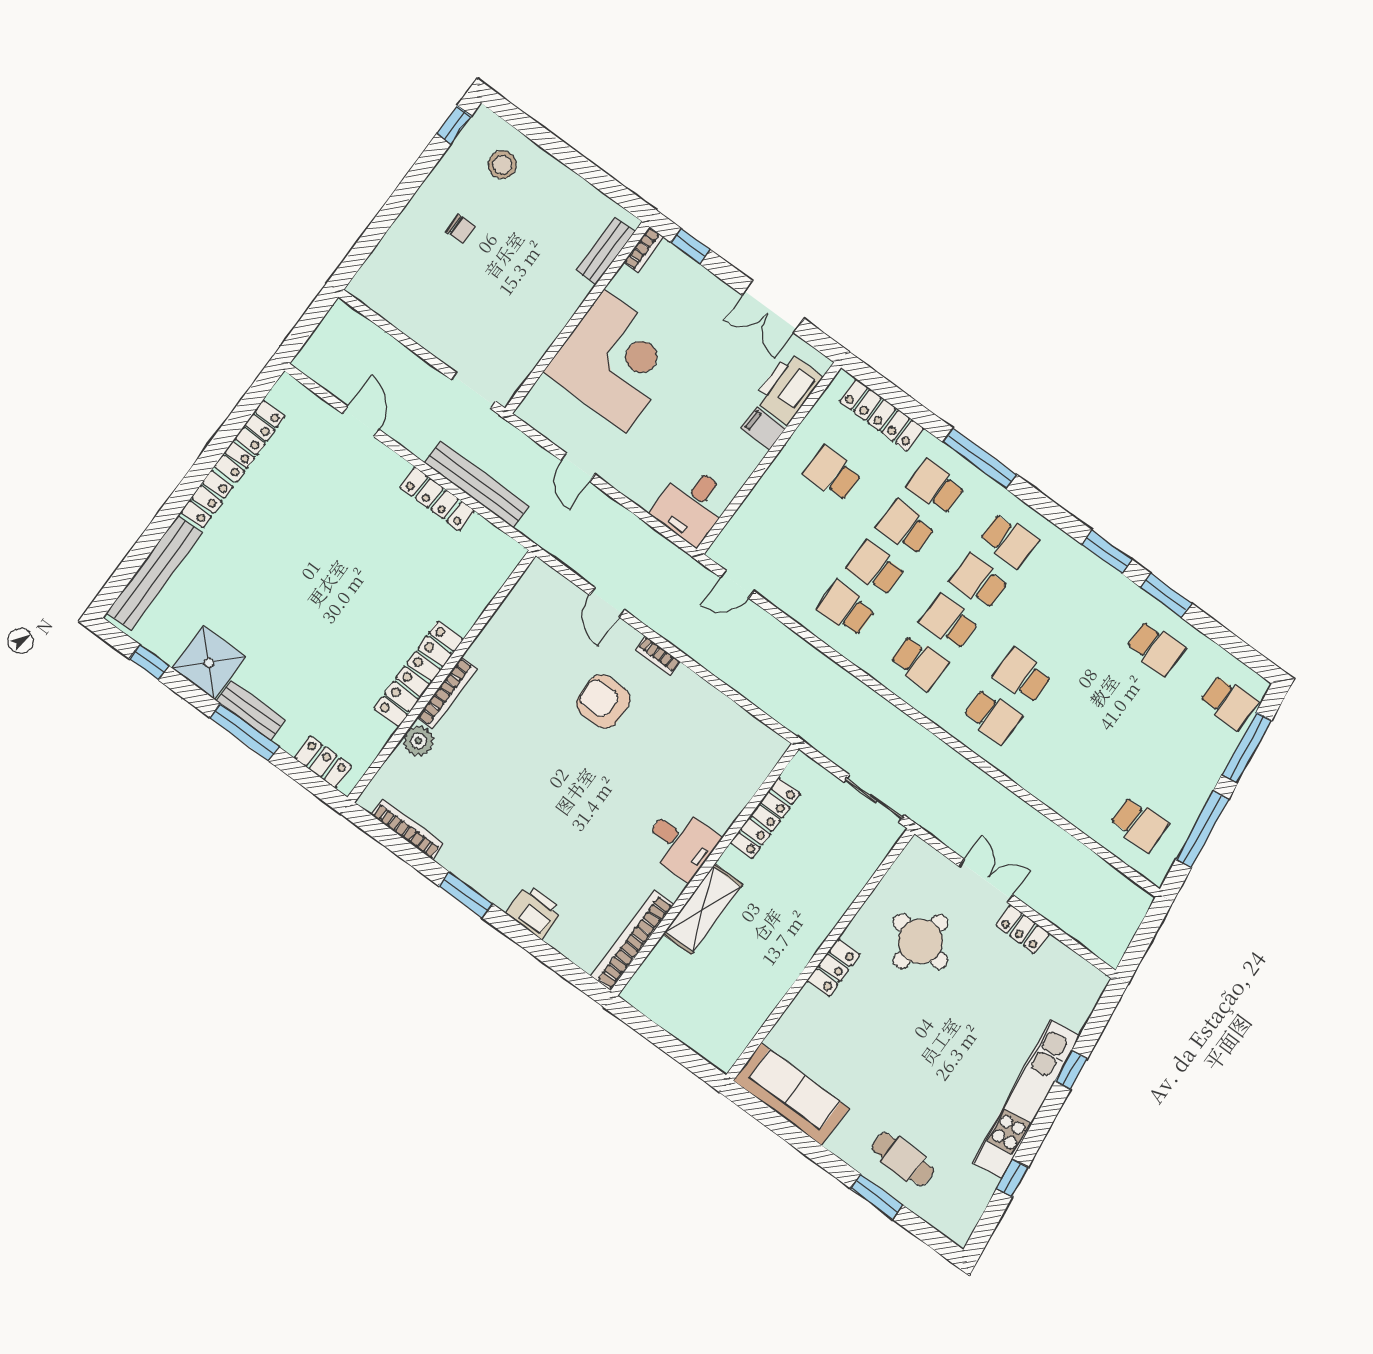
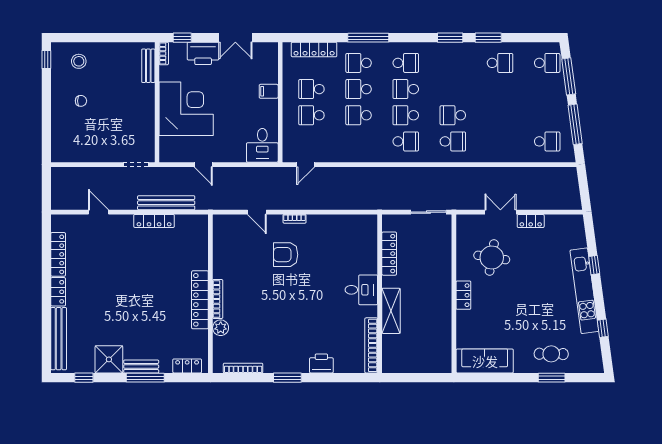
printer: (788, 389) -> (203, 53), moved, turned -90
school desk: (846, 609) -> (311, 115), moved

